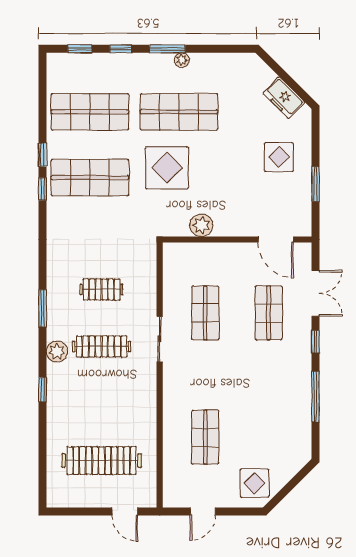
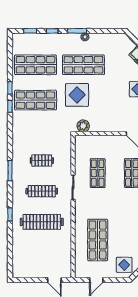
plant: (201, 225) -> (83, 126), moved
plant: (57, 351) -> (18, 194), removed
shop shelf: (205, 437) -> (98, 240), width x1.43, depth x1.36
clothes rail: (102, 461) -> (42, 222), moved

